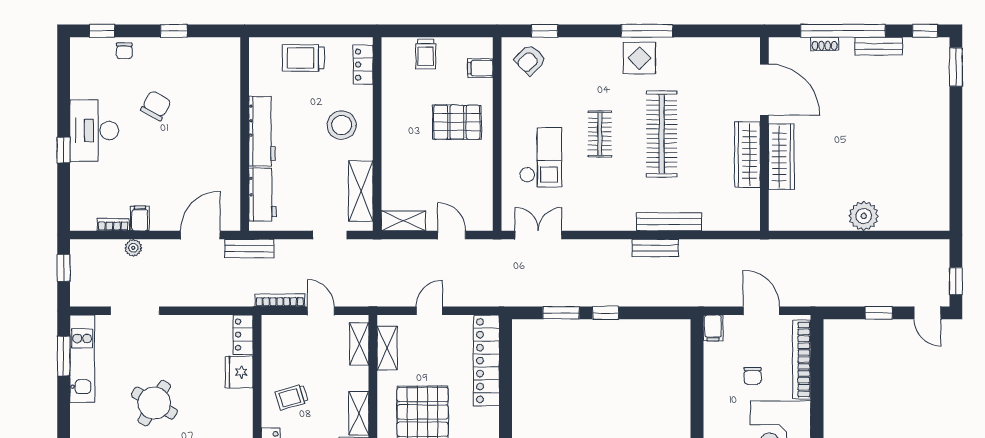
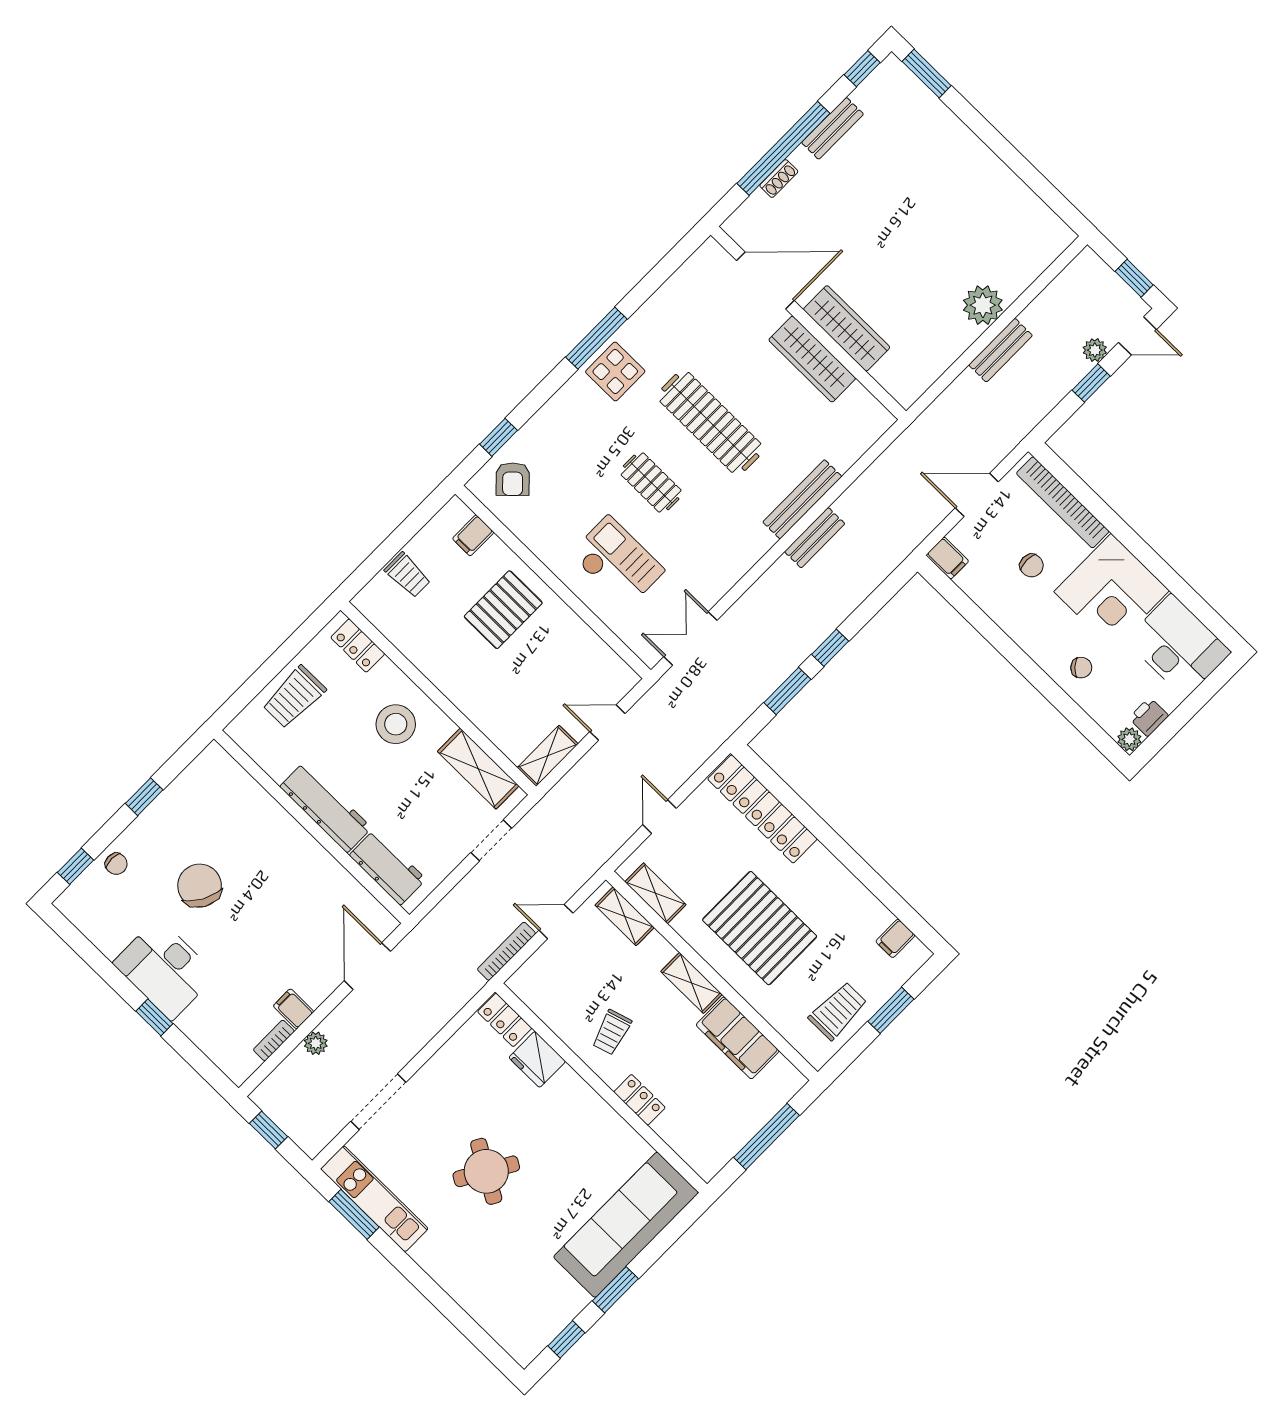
chair: (156, 106) -> (200, 886), width x1.37, depth x1.37
bench: (249, 248) -> (1001, 350), moved
plant: (898, 298) -> (1095, 350), added

